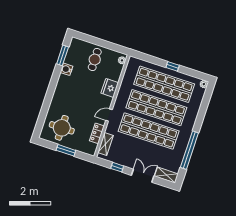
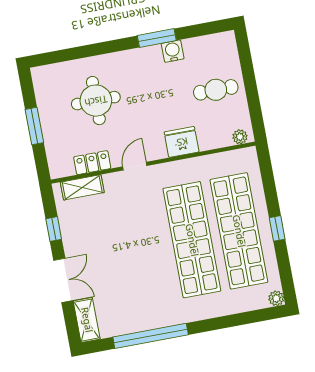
window: (63, 55) -> (157, 38), moved
door: (109, 115) -> (135, 166), hinge flipped
round table: (62, 128) -> (96, 101), moved
shop shelf: (149, 131) -> (145, 249), removed

